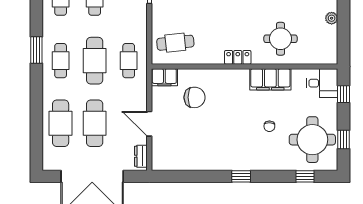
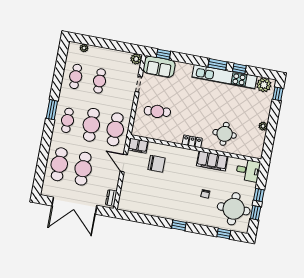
cafe table: (175, 43) -> (157, 111), moved
cafe table: (129, 61) -> (115, 129), width x1.37, depth x1.35
window: (344, 94) -> (259, 195), moved
door: (149, 124) -> (124, 163), moved

